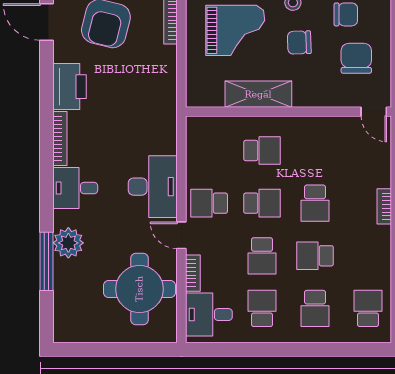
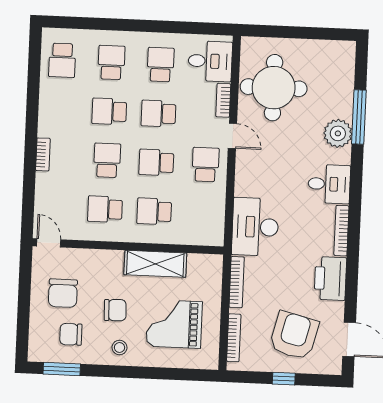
bookcase: (170, 78) -> (237, 282), added
school desk: (315, 151) -> (105, 209), added
desk: (153, 187) -> (255, 227), moved
school desk: (209, 203) -> (206, 165), turned -90
school desk: (262, 256) -> (158, 114), turned -90
school desk: (315, 256) -> (109, 111), turned 180
school desk: (262, 308) -> (161, 65), turned 180

